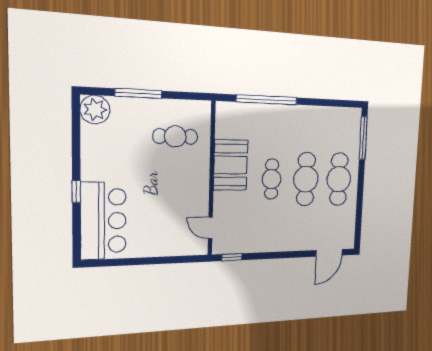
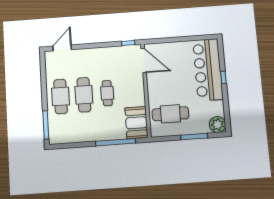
cafe table: (175, 136) -> (170, 114), width x1.37, depth x1.35
booth: (231, 165) -> (136, 123), moved
bar counter: (103, 221) -> (208, 70), width x1.36
door: (210, 228) -> (144, 61), width x1.87

